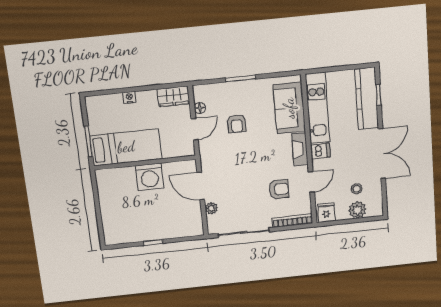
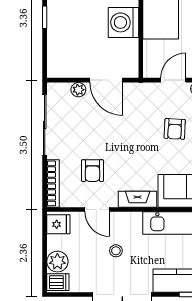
armchair: (237, 124) -> (175, 129), turned -87
door: (195, 129) -> (173, 80), swing flipped
dishwasher: (320, 151) -> (58, 282), moved, turned -90
door: (201, 186) -> (106, 80), swing flipped
stool: (357, 189) -> (116, 251), moved

